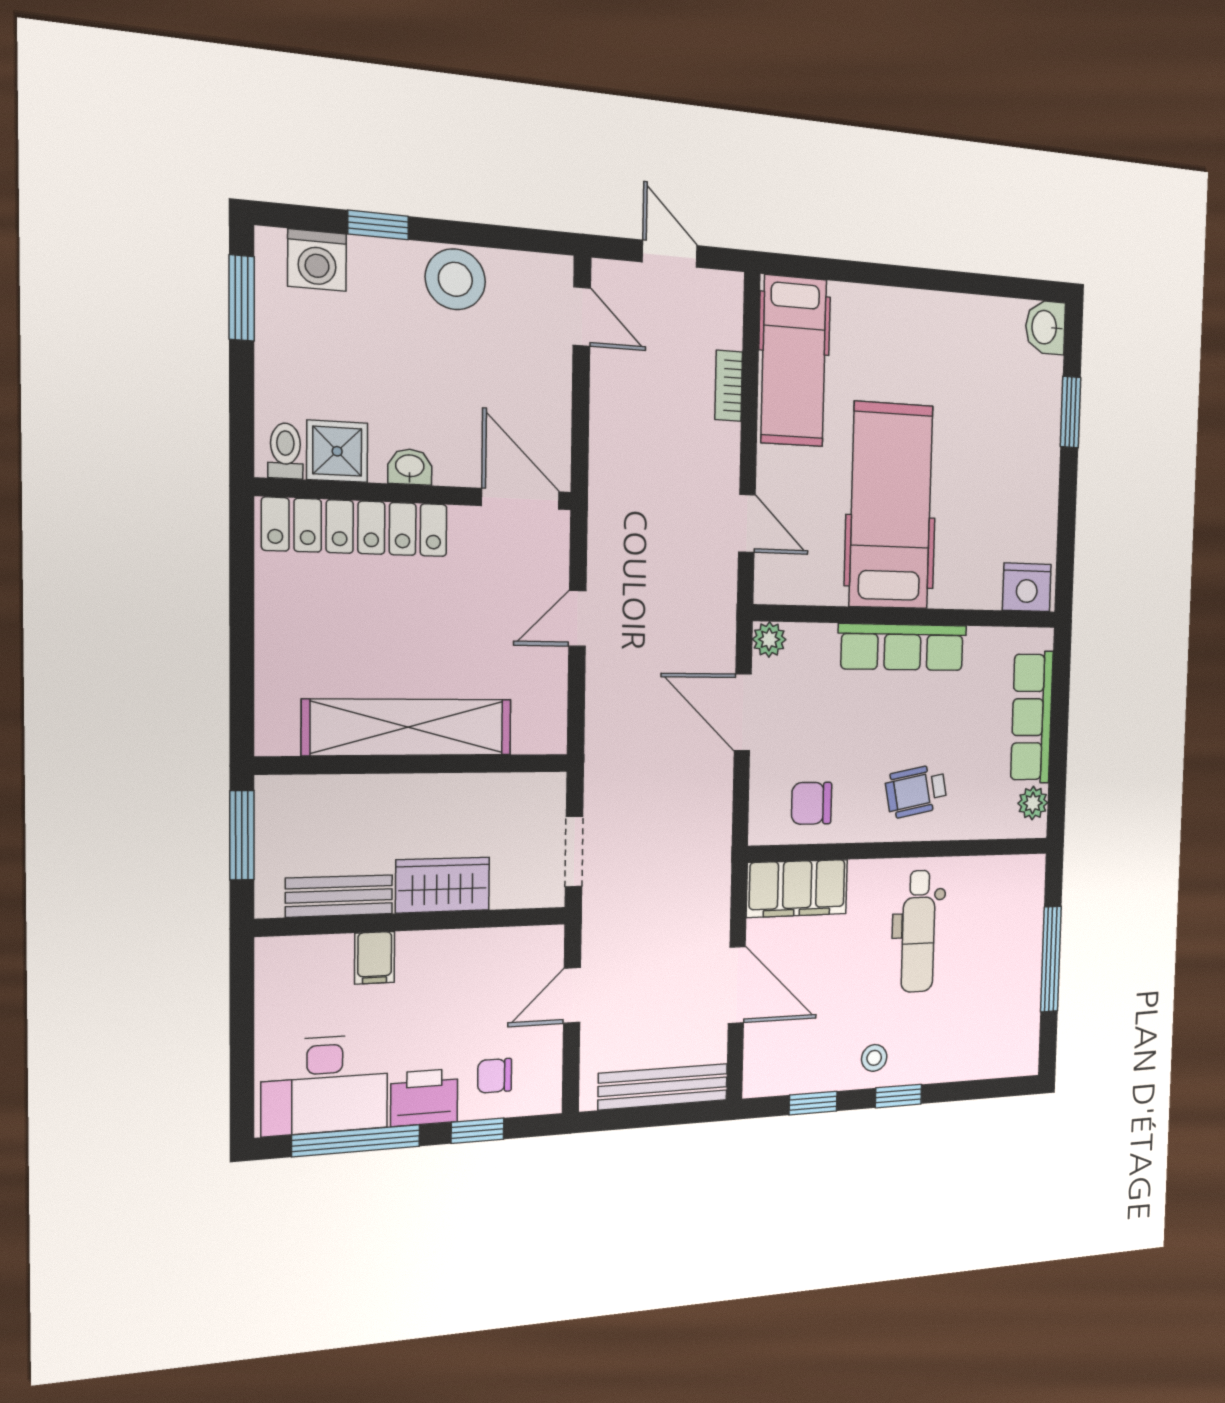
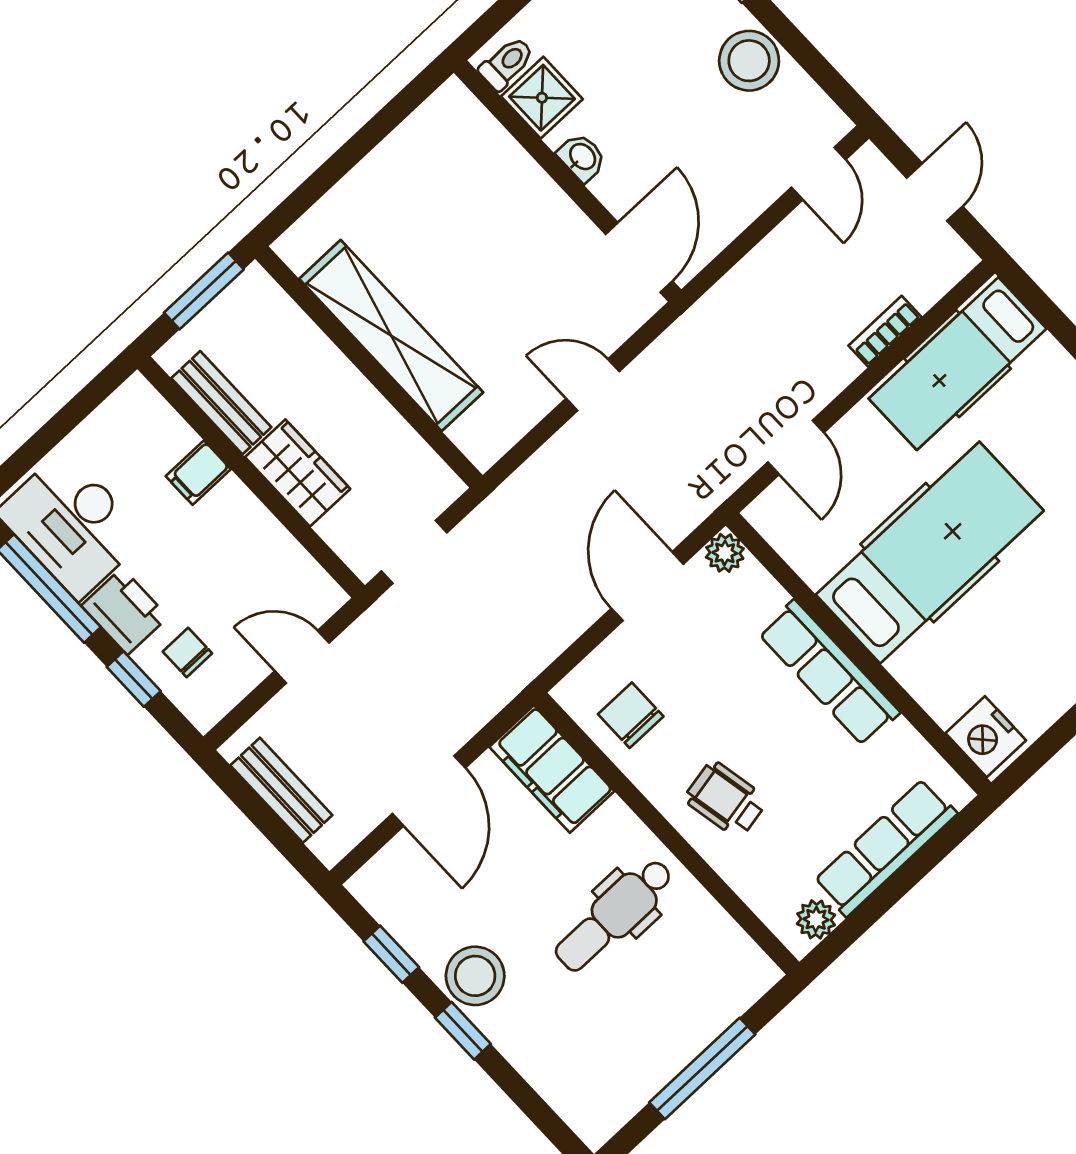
locker: (356, 527) -> (501, 161), removed
stool: (874, 1058) -> (475, 976), width x1.89, depth x1.89
bench: (663, 1087) -> (281, 790), width x0.73

